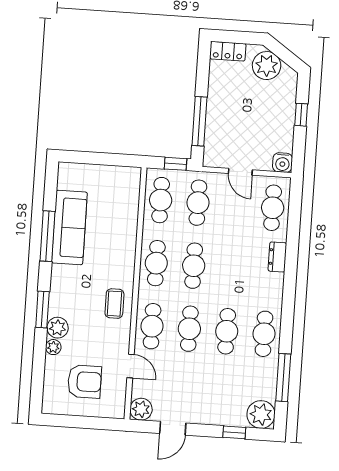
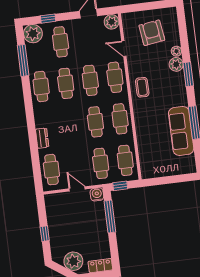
water cooler: (282, 163) -> (97, 194), moved
armchair: (85, 382) -> (152, 33), turned 82
cafe table: (222, 394) -> (61, 42), added

